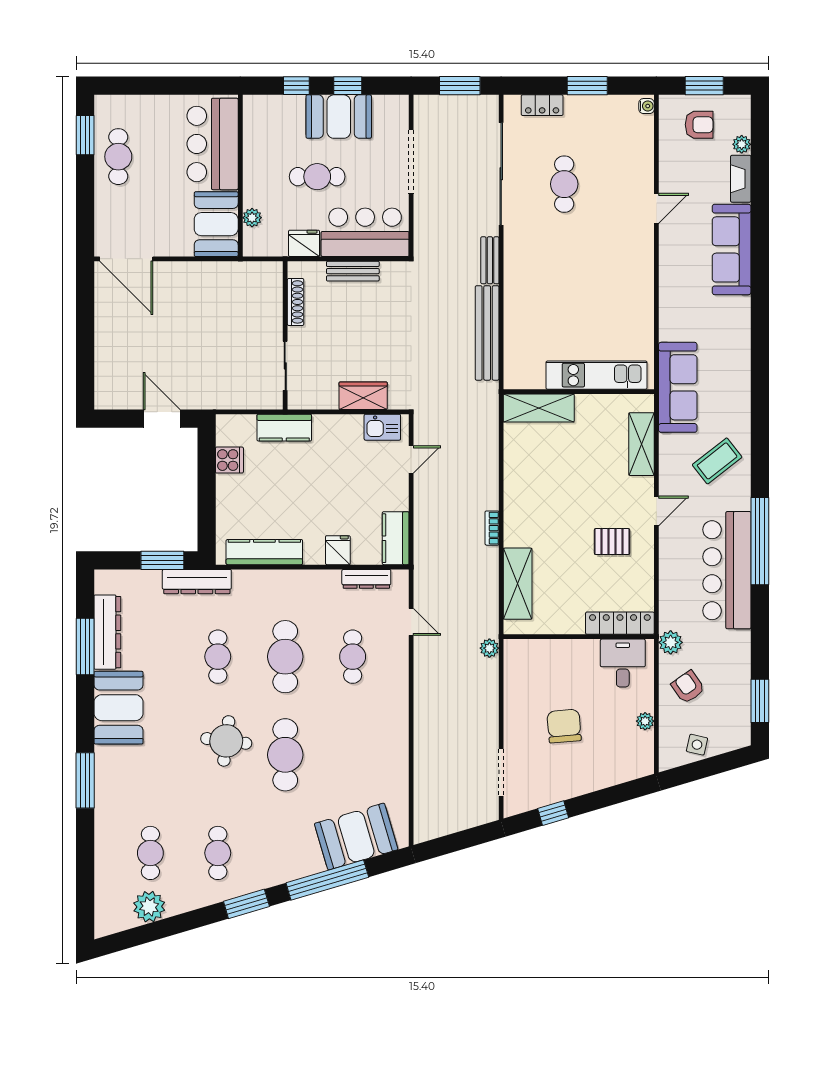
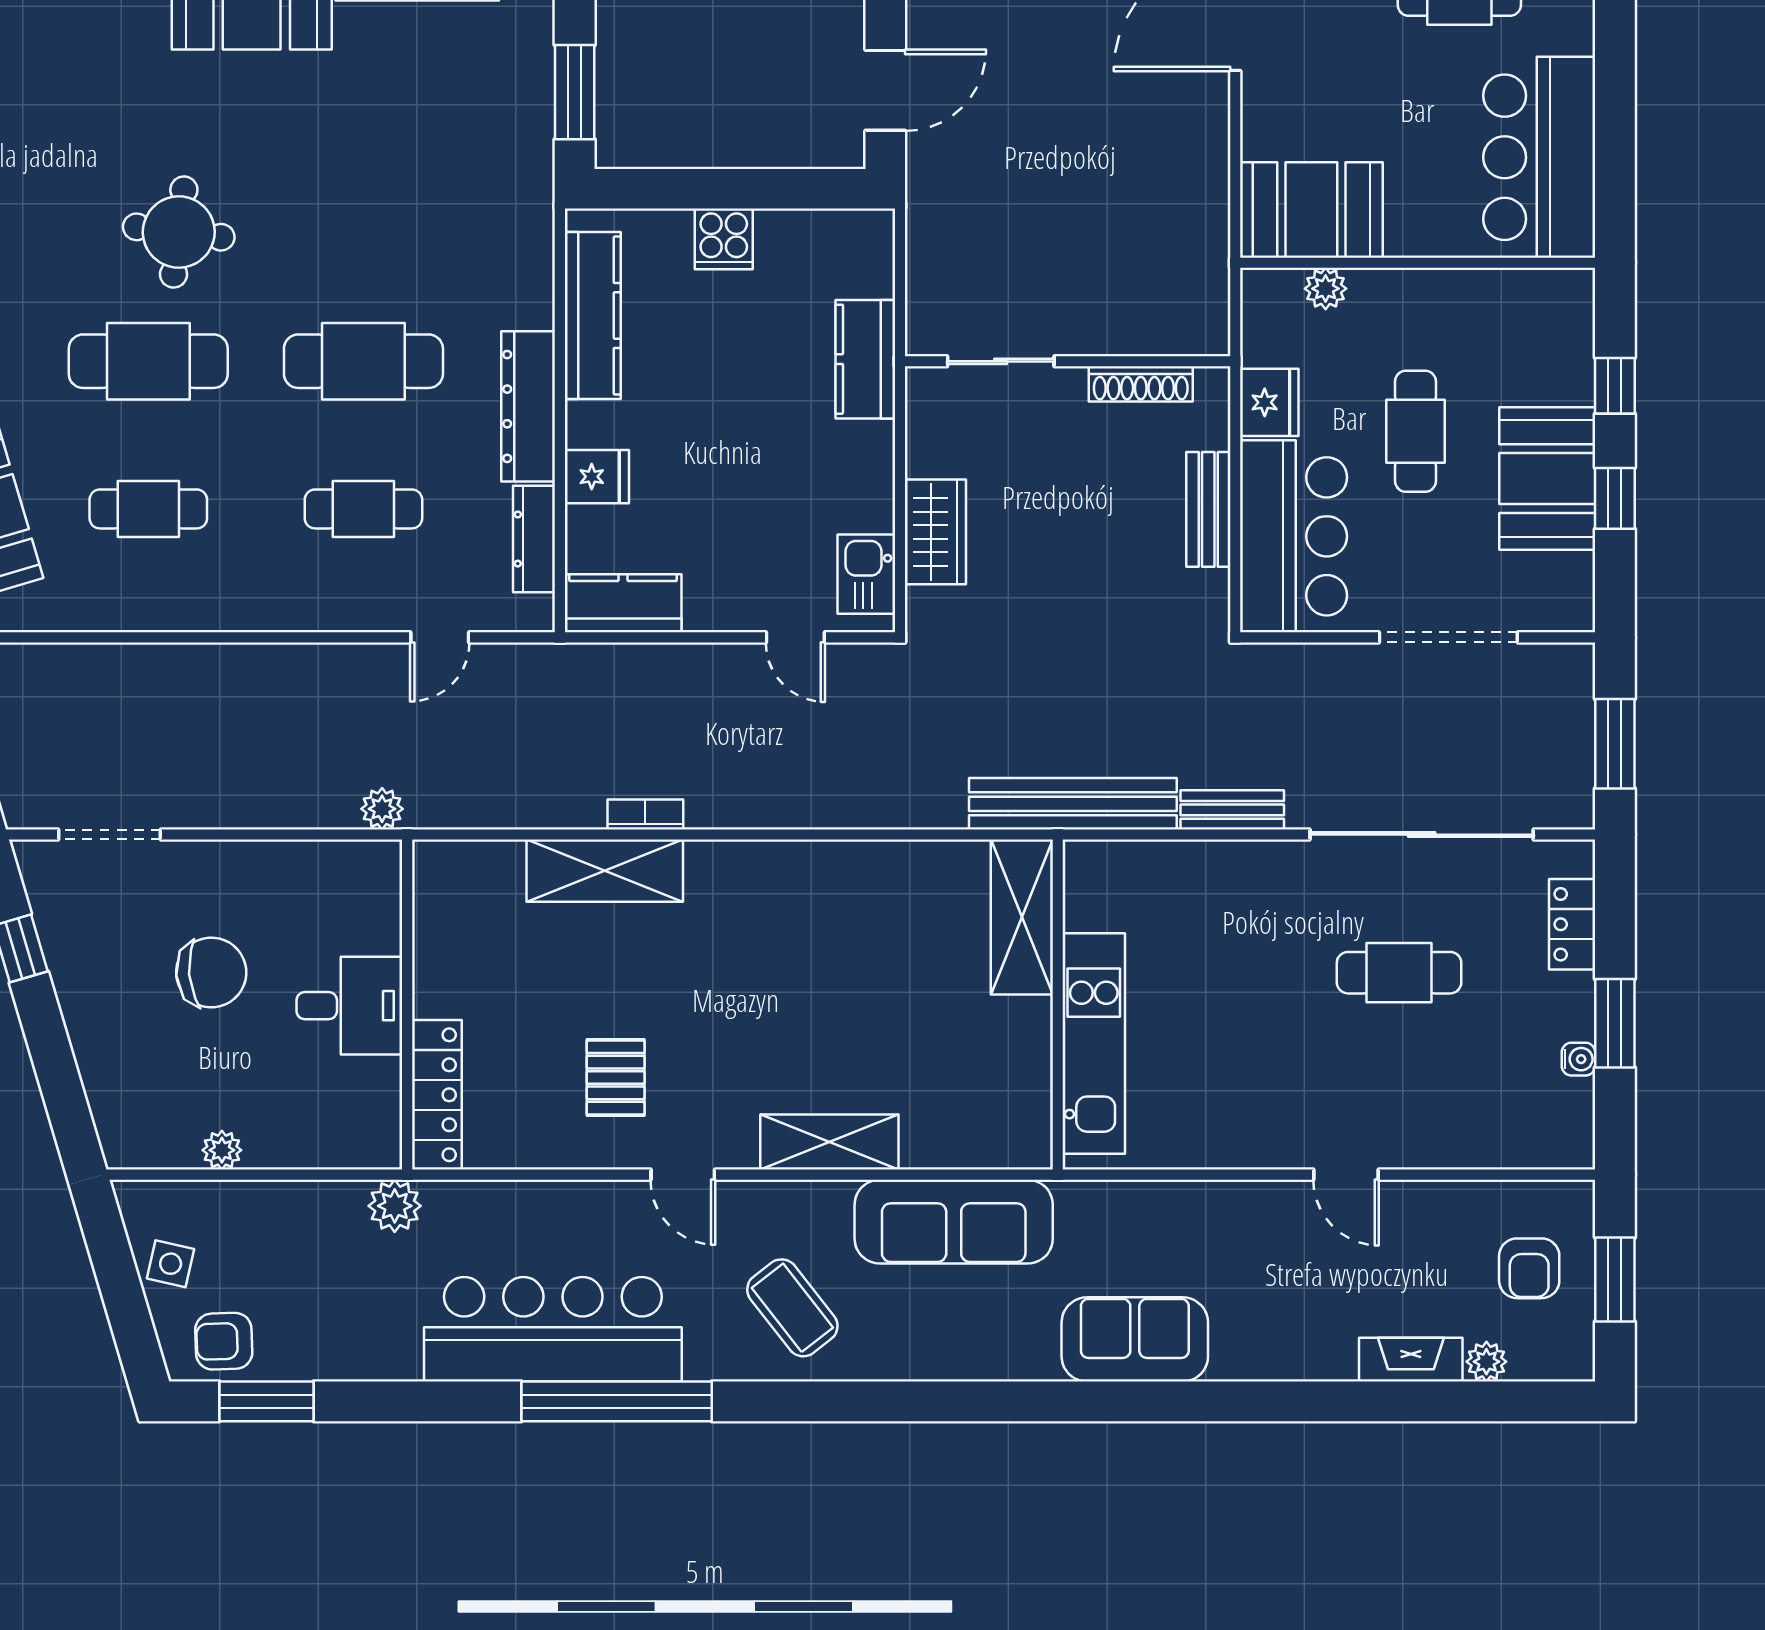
water cooler: (647, 106) -> (1578, 1059), moved, turned -90
bar counter: (213, 144) -> (1539, 157), moved, turned -90
sofa: (732, 249) -> (1135, 1339), moved, width x0.73
kitchen unit: (597, 375) -> (1094, 1043), moved
wall: (579, 392) -> (1058, 1005), moved
shelving: (539, 408) -> (1022, 917), moved
cooker: (229, 460) -> (724, 239), moved
dresser: (197, 582) -> (528, 406), moved
shelving: (518, 584) -> (605, 871), moved
cafe table: (218, 657) -> (148, 509), moved
desk: (623, 663) -> (349, 1006), moved
armchair: (688, 687) -> (224, 1341), moved, turned -147

